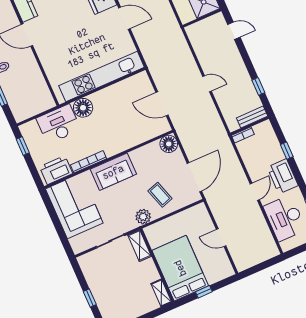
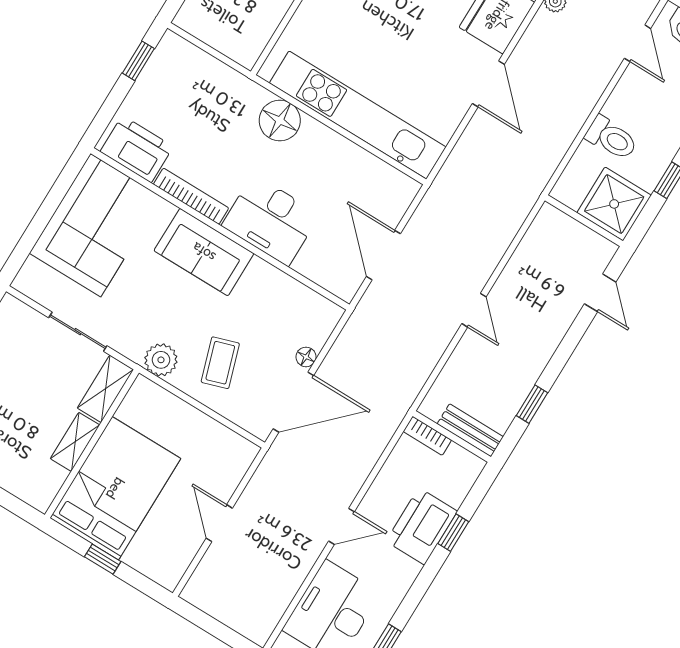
desk: (58, 124) -> (271, 220), moved, turned 180
floor lamp: (169, 144) -> (306, 357), moved, width x0.53, depth x0.53
printer: (283, 176) -> (422, 526), moved
shelving: (161, 293) -> (75, 442), moved

